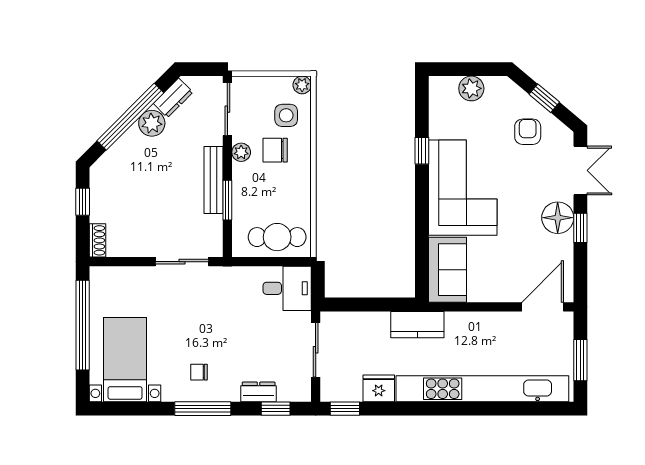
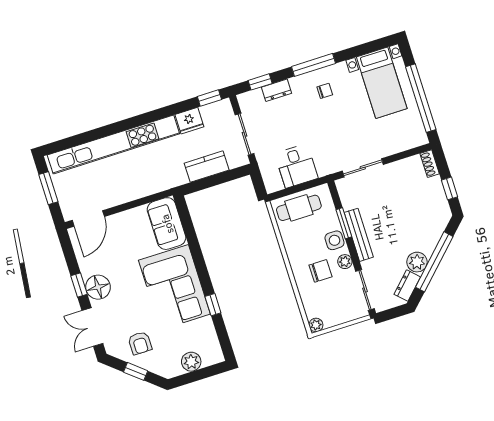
side table: (286, 115) -> (334, 240), moved
desk: (287, 288) -> (296, 166), moved, turned -90
kitchen counter: (417, 325) -> (207, 167), moved

